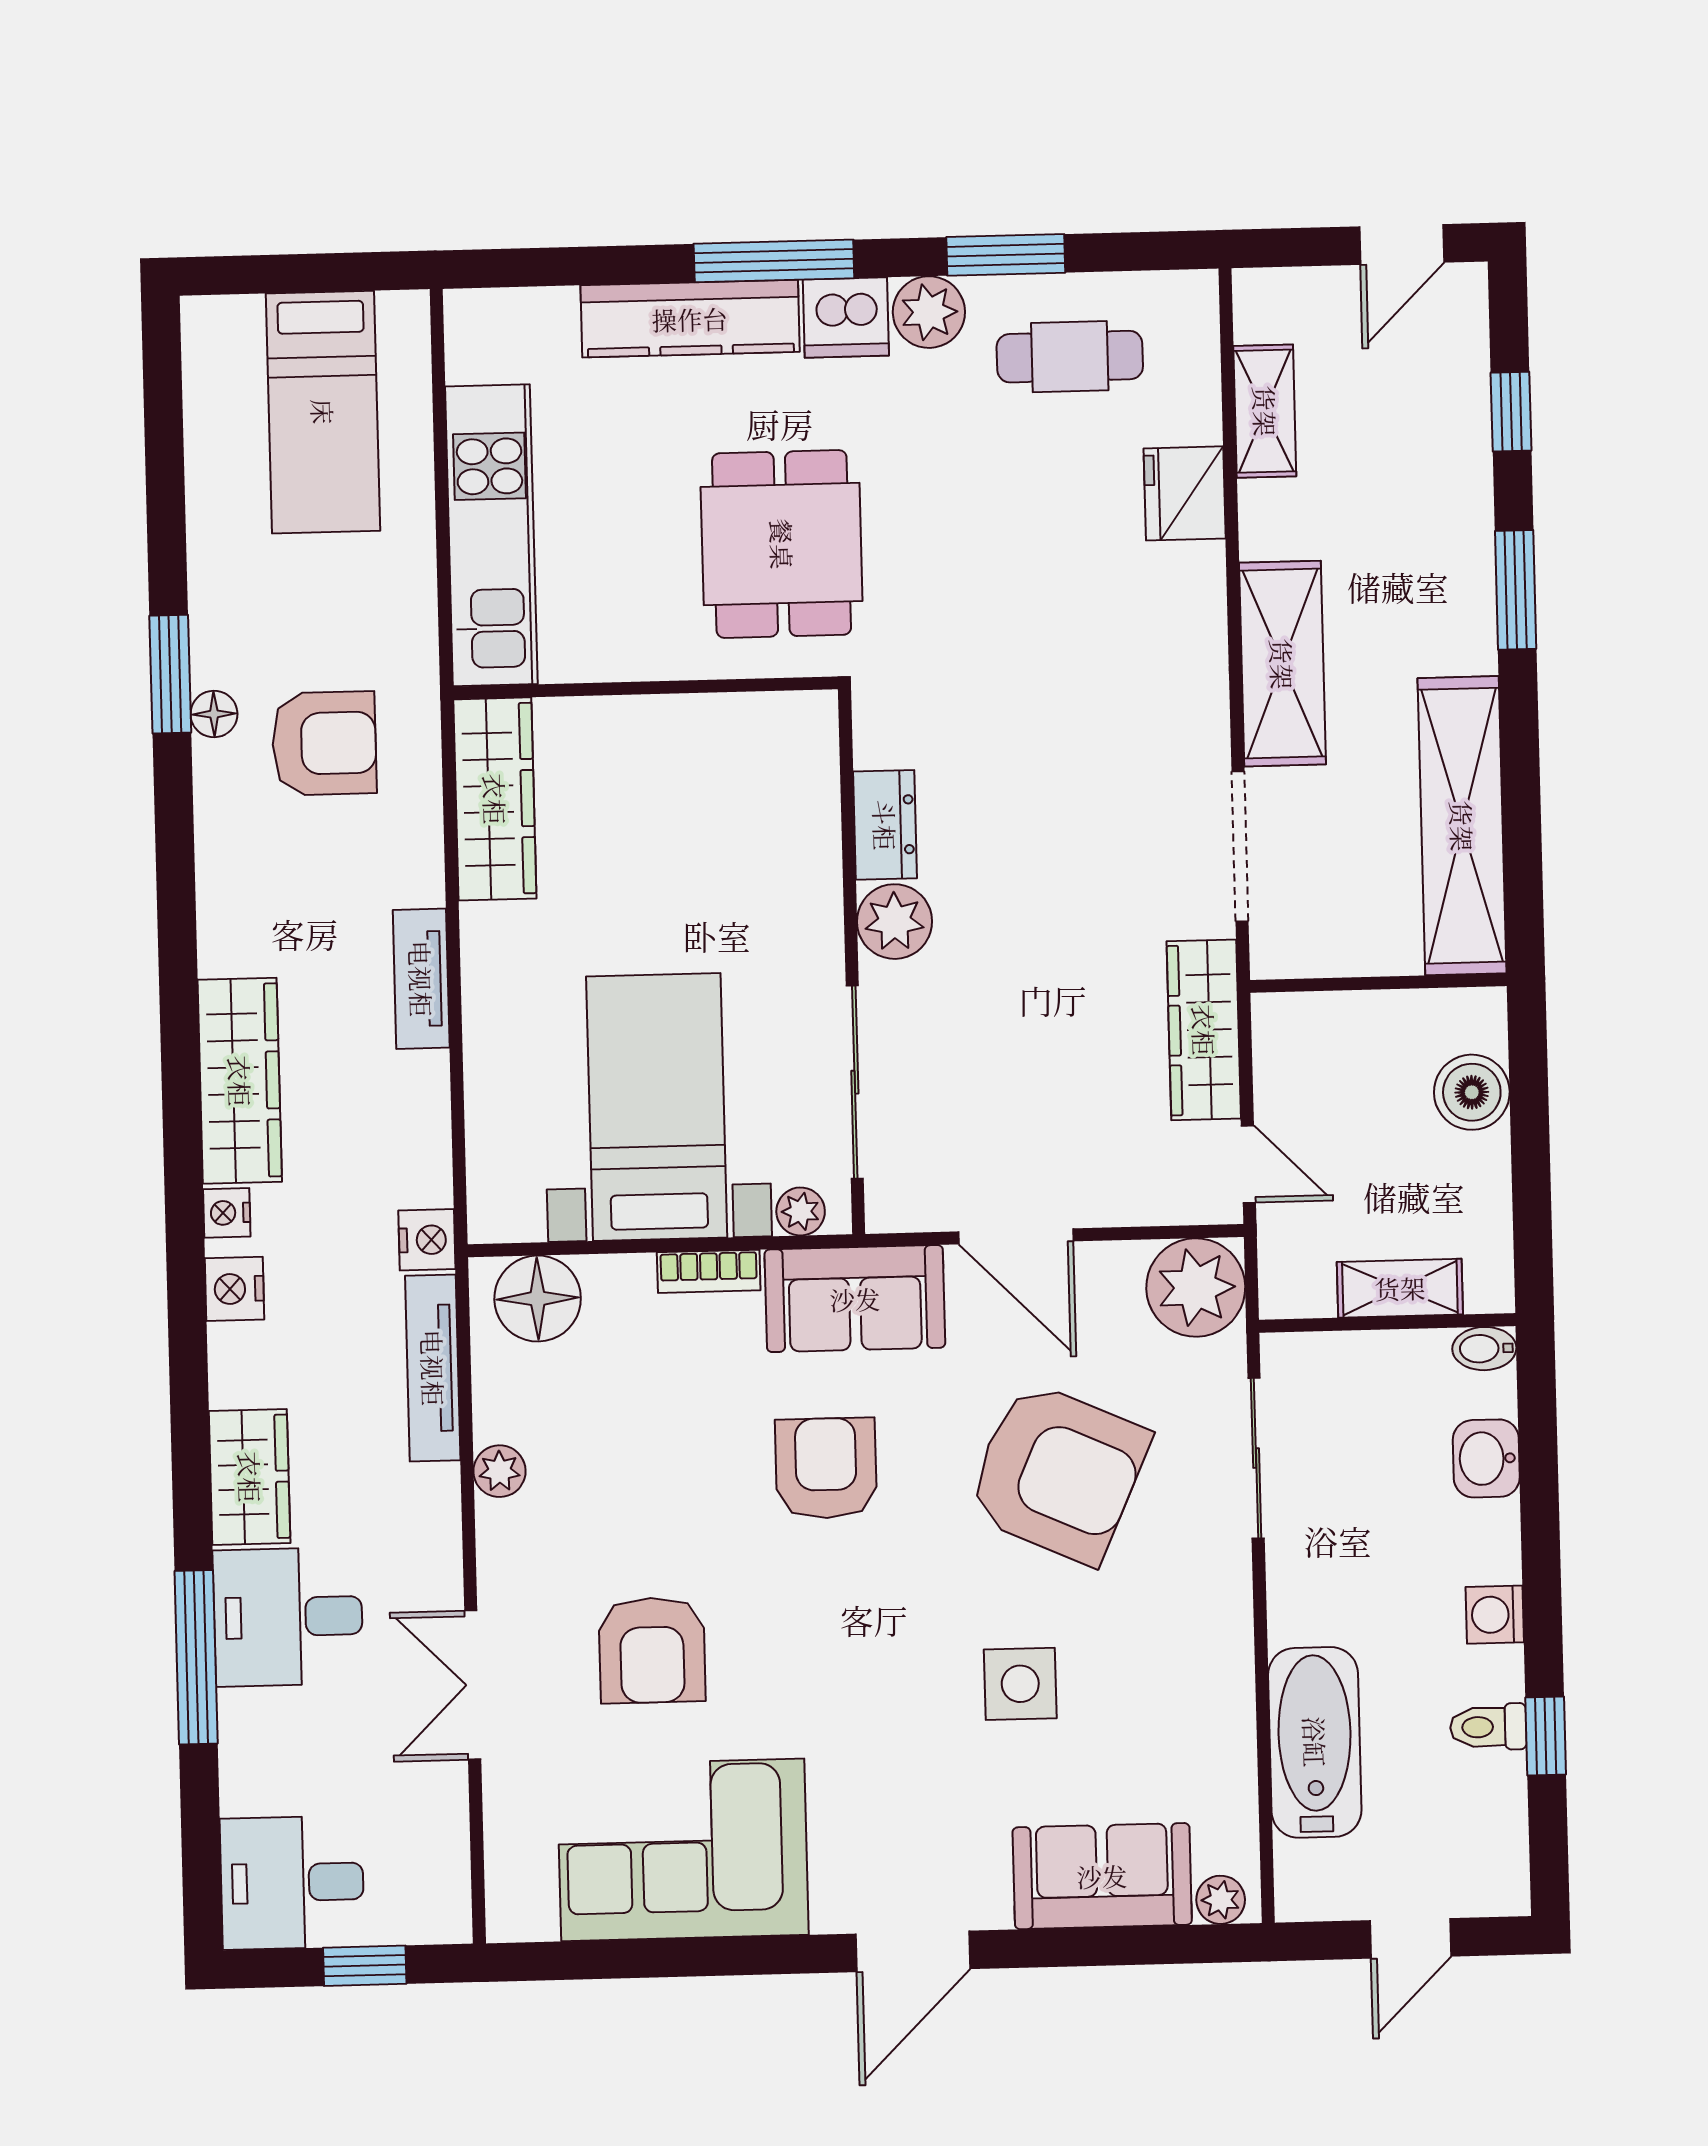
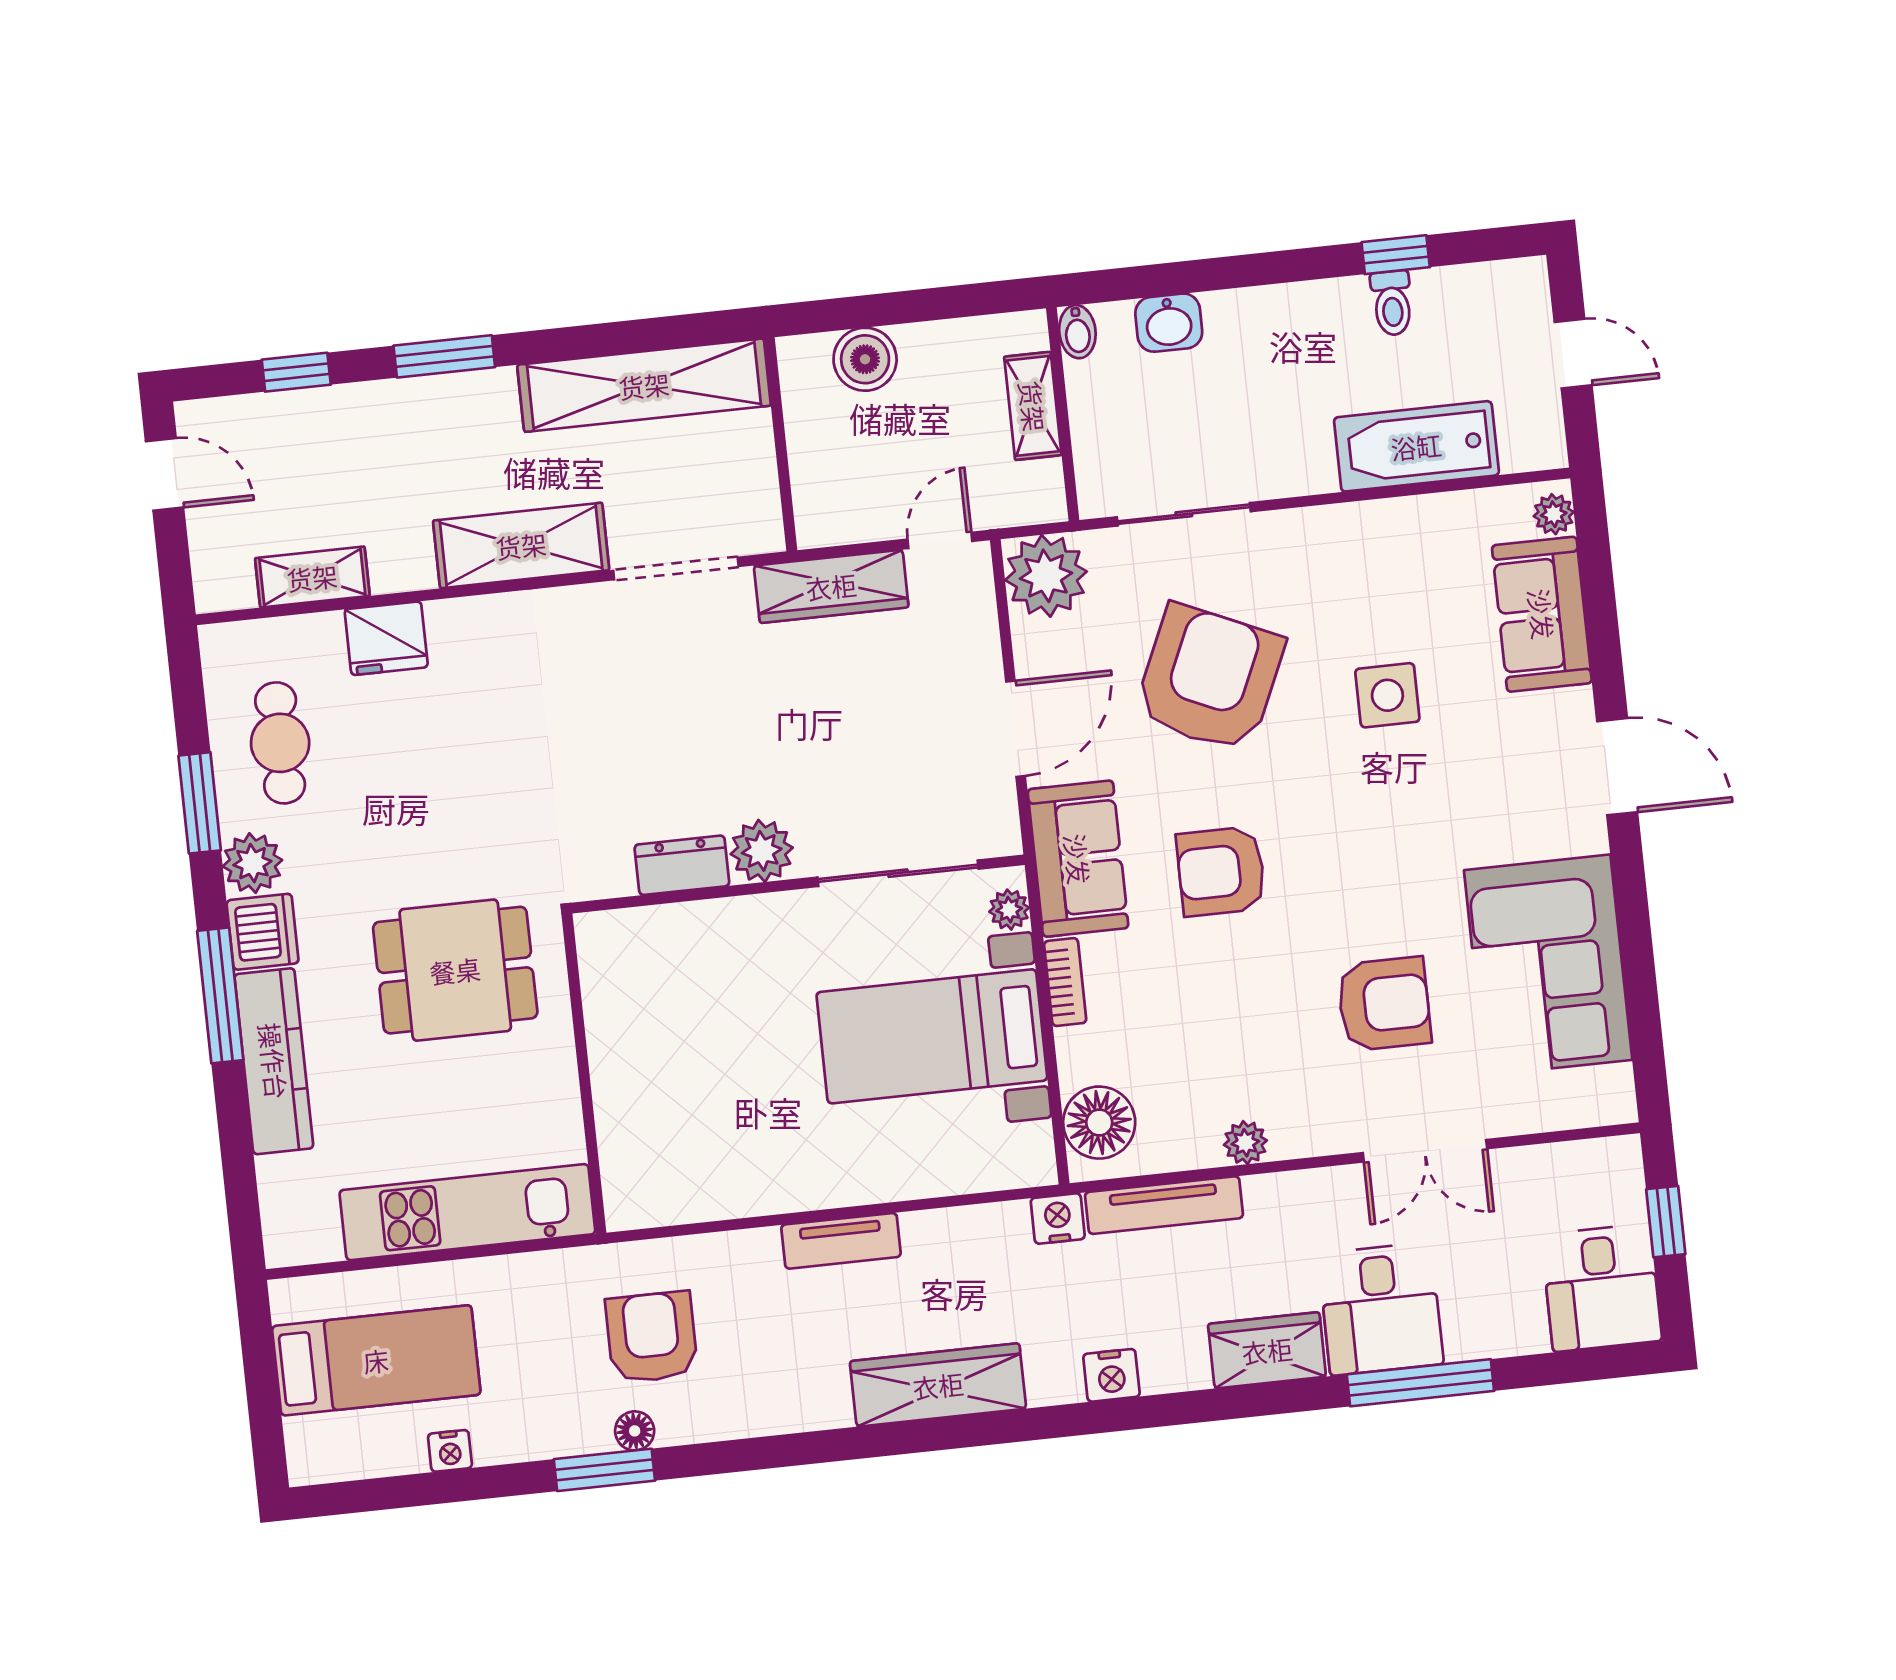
wardrobe: (495, 799) -> (686, 1192), removed
nightstand: (227, 1213) -> (450, 1451), moved
washing machine: (1495, 1615) -> (1298, 305), removed

